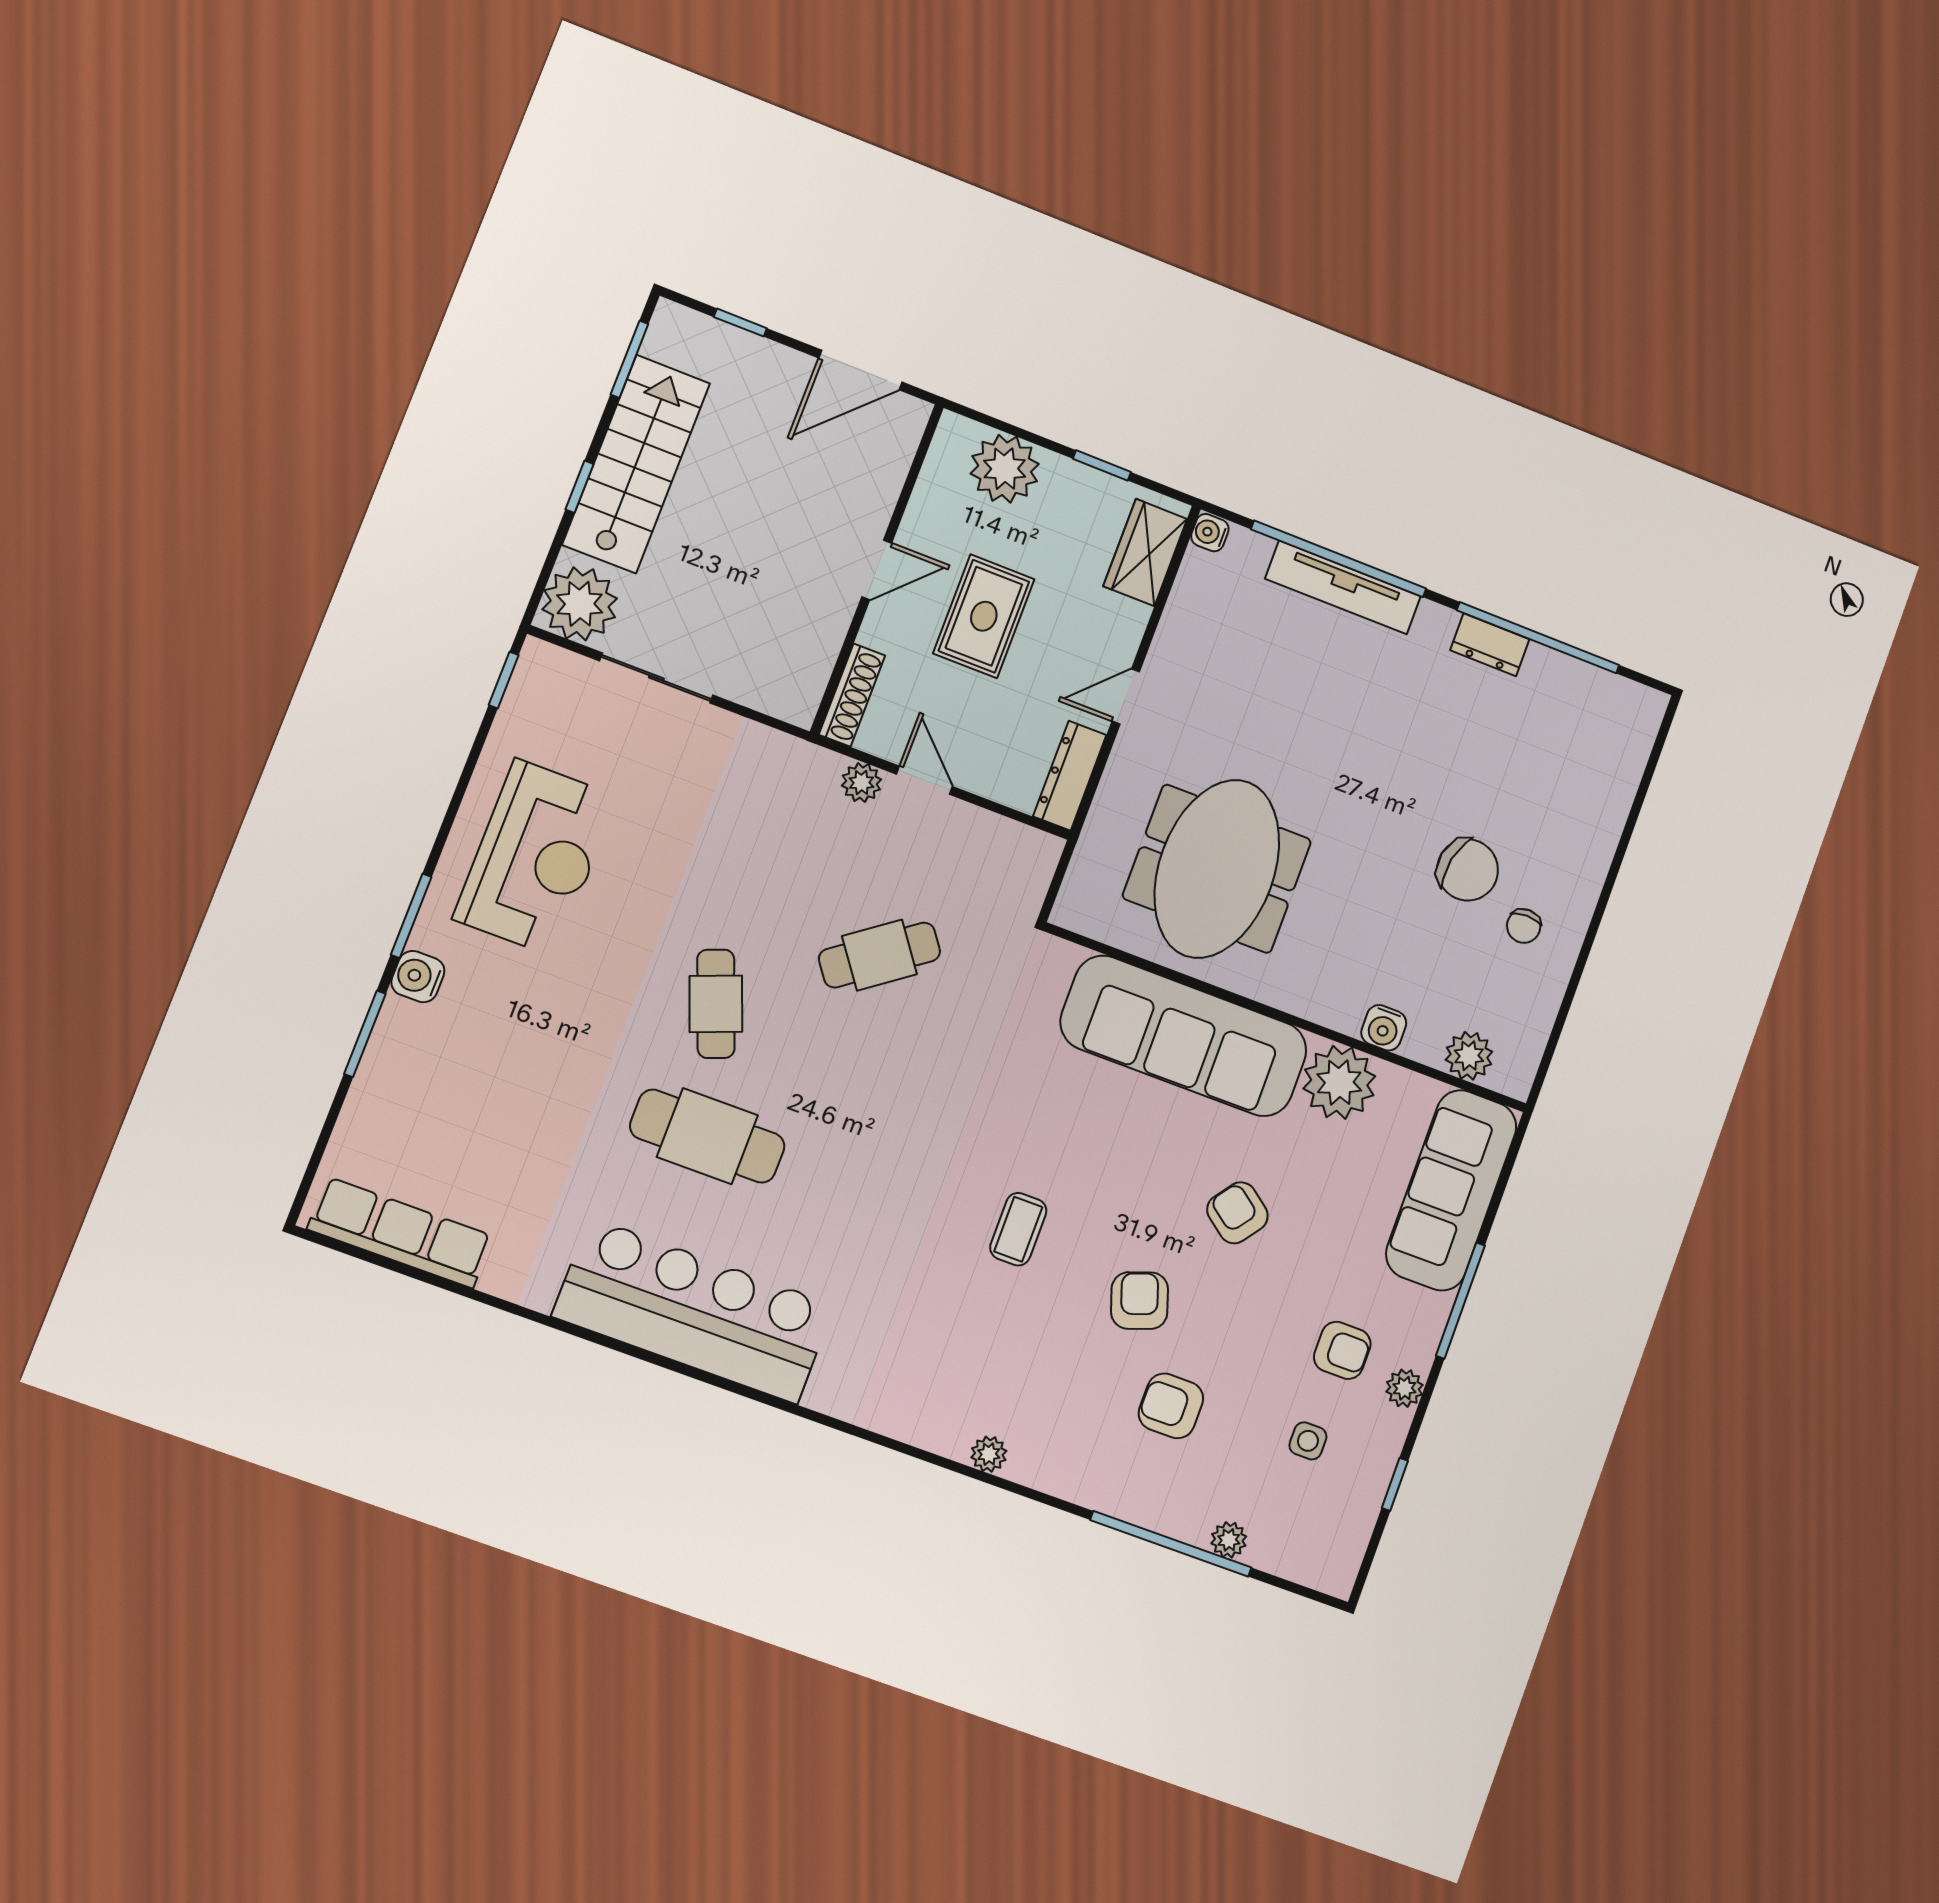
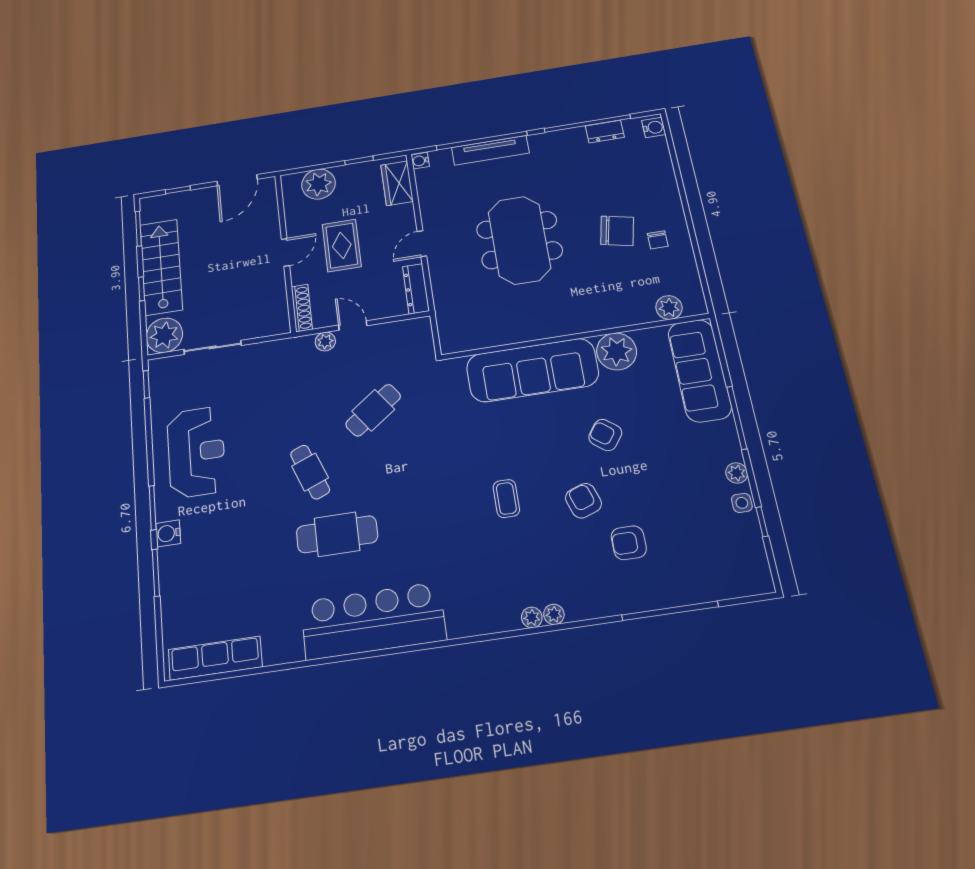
dresser: (1490, 645) -> (605, 132), moved
meeting table: (1217, 869) -> (519, 240), moved
water cooler: (1384, 1028) -> (654, 127), moved, turned -90
armchair: (1342, 1350) -> (695, 471), removed
side table: (1308, 1441) -> (742, 503), moved
plant: (1229, 1540) -> (532, 617), moved

